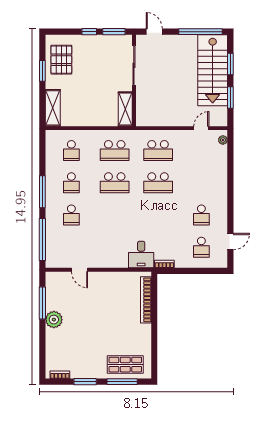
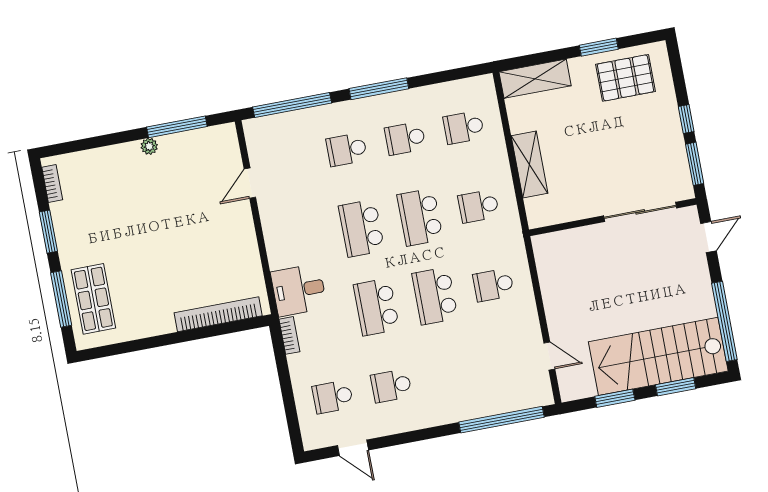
shelving: (125, 109) -> (529, 164), moved, turned 90
plant: (223, 140) -> (535, 399), removed
school desk: (115, 151) -> (479, 206), width x0.54
school desk: (158, 151) -> (493, 285), width x0.54
window: (230, 160) -> (502, 420), added
school desk: (115, 215) -> (362, 228), added
school desk: (158, 215) -> (376, 307), added
plant: (54, 320) -> (149, 146), width x0.53, depth x0.53

